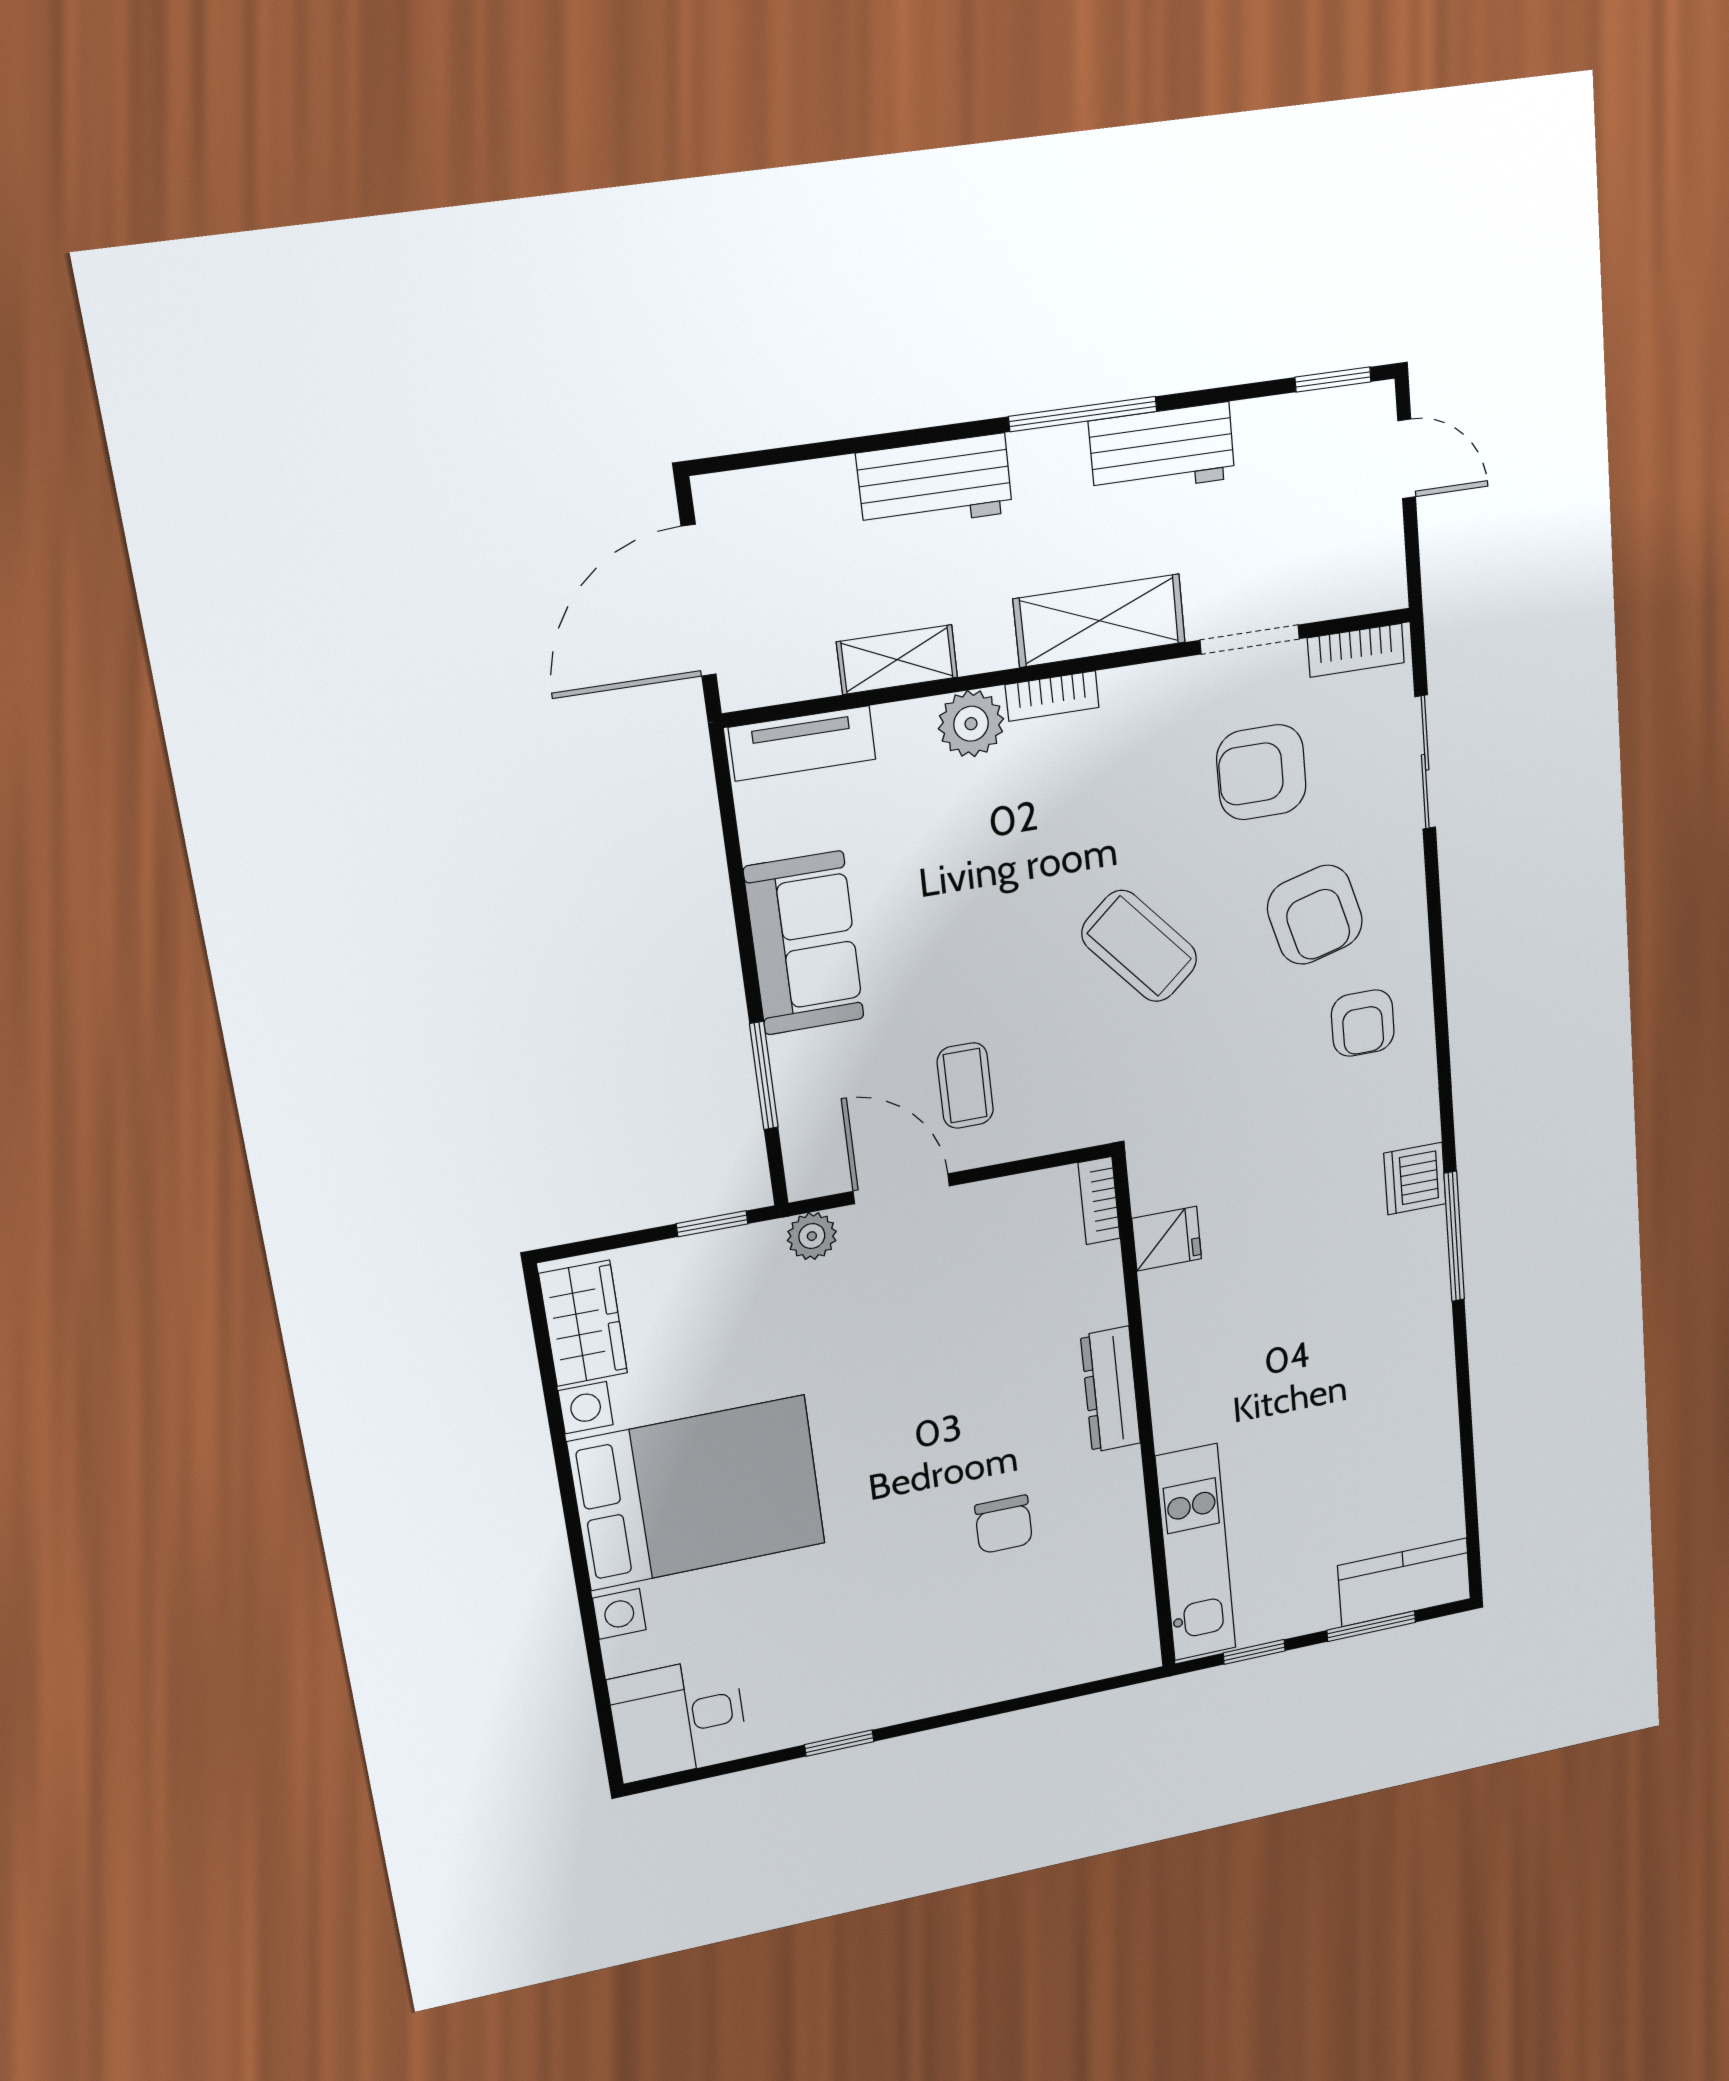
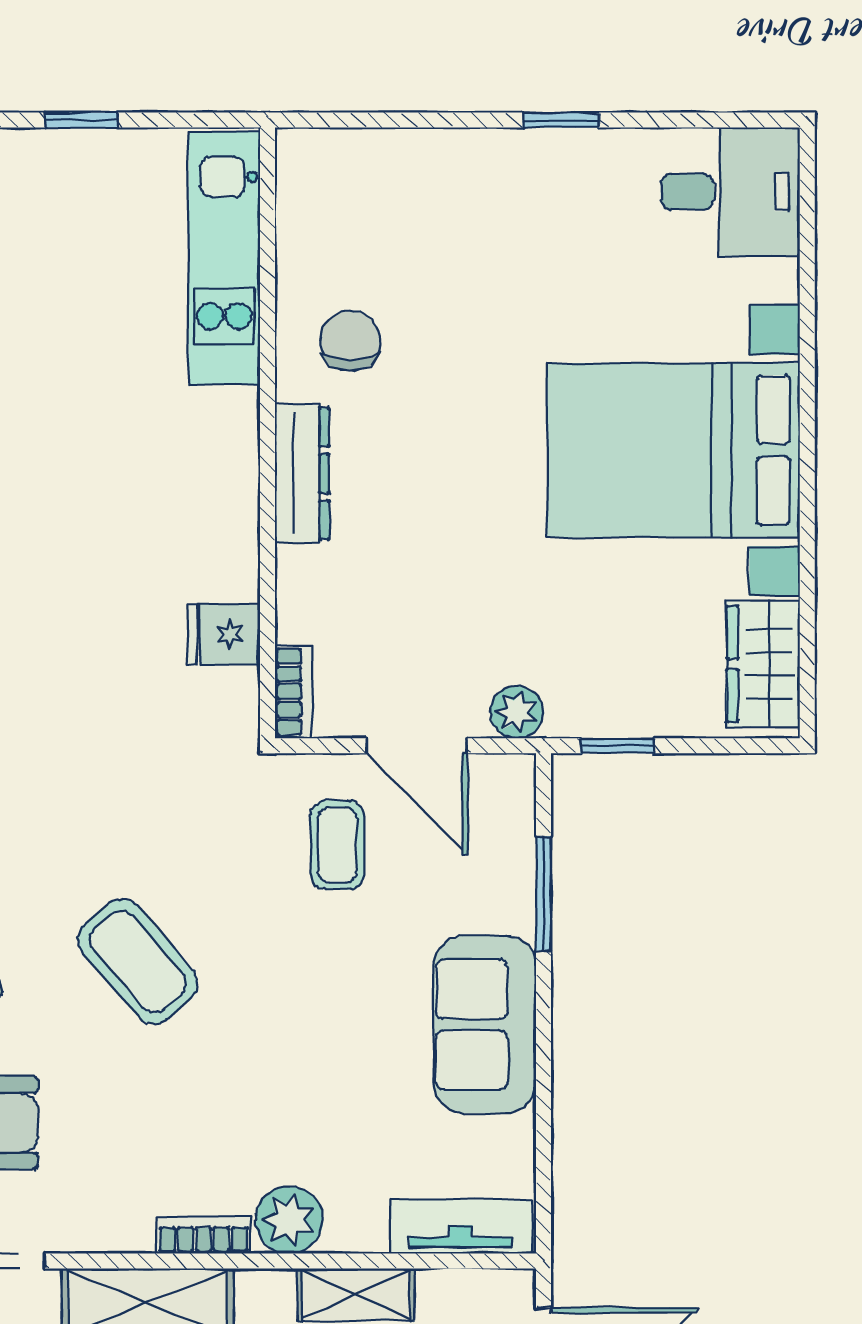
bookcase: (1099, 1201) -> (293, 692), moved
fridge: (1167, 1239) -> (224, 634), moved
dresser: (1111, 1390) -> (302, 474), moved
wall: (1144, 1417) -> (267, 433), moved
kitchen unit: (1196, 1553) -> (224, 258), moved

